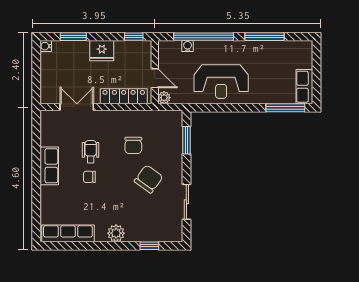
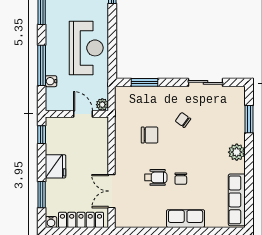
window: (204, 37) -> (42, 65), width x0.68
door: (155, 78) -> (83, 114), hinge flipped
locker: (124, 96) -> (81, 220), moved, turned 90
wheelchair: (91, 152) -> (156, 177), turned 180
row of seats: (49, 166) -> (186, 219), moved
chair: (149, 179) -> (183, 120), width x0.54, depth x0.54
window: (149, 246) -> (249, 119), width x1.50

